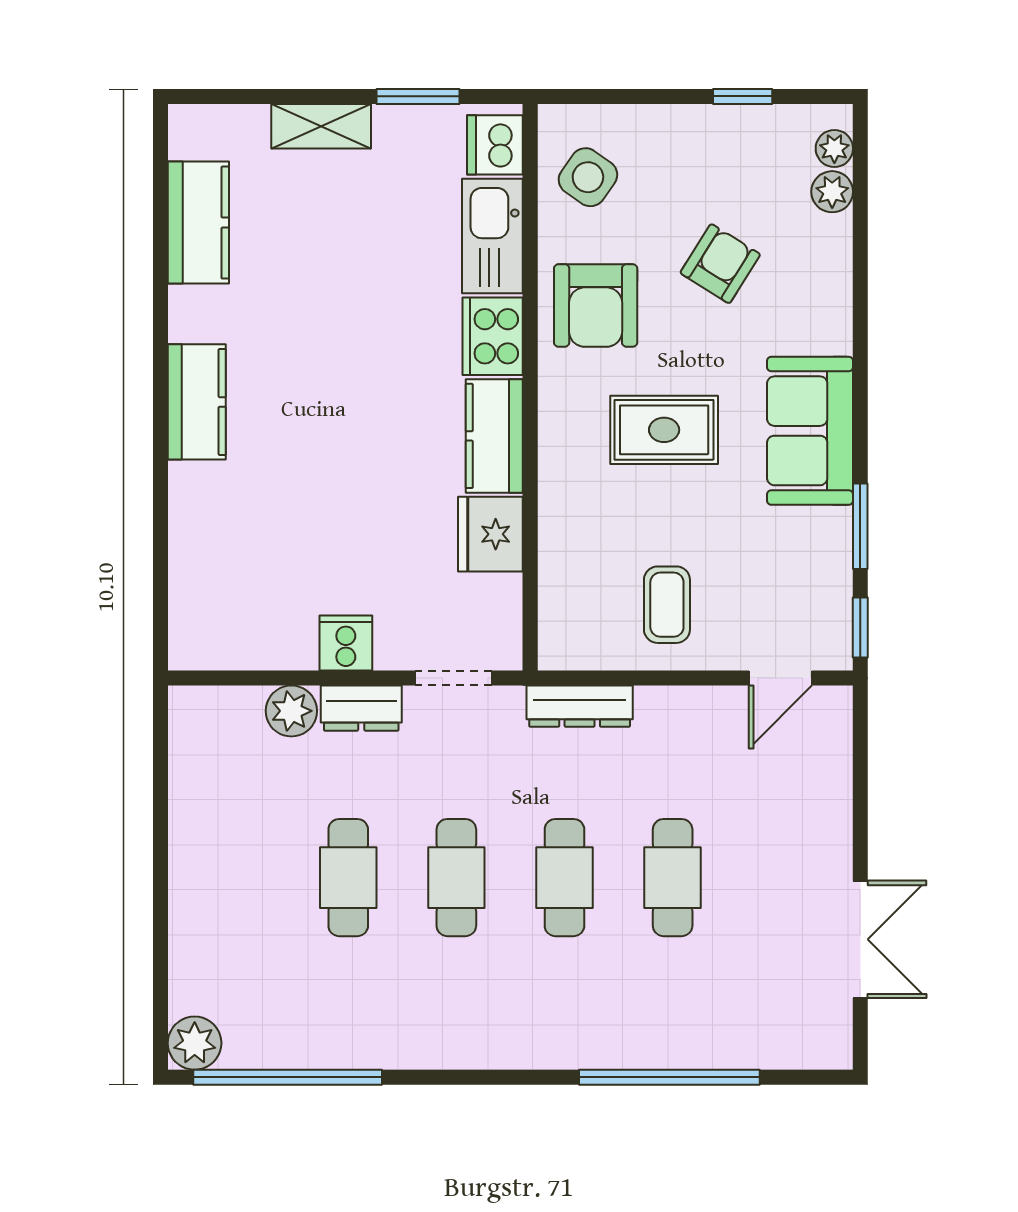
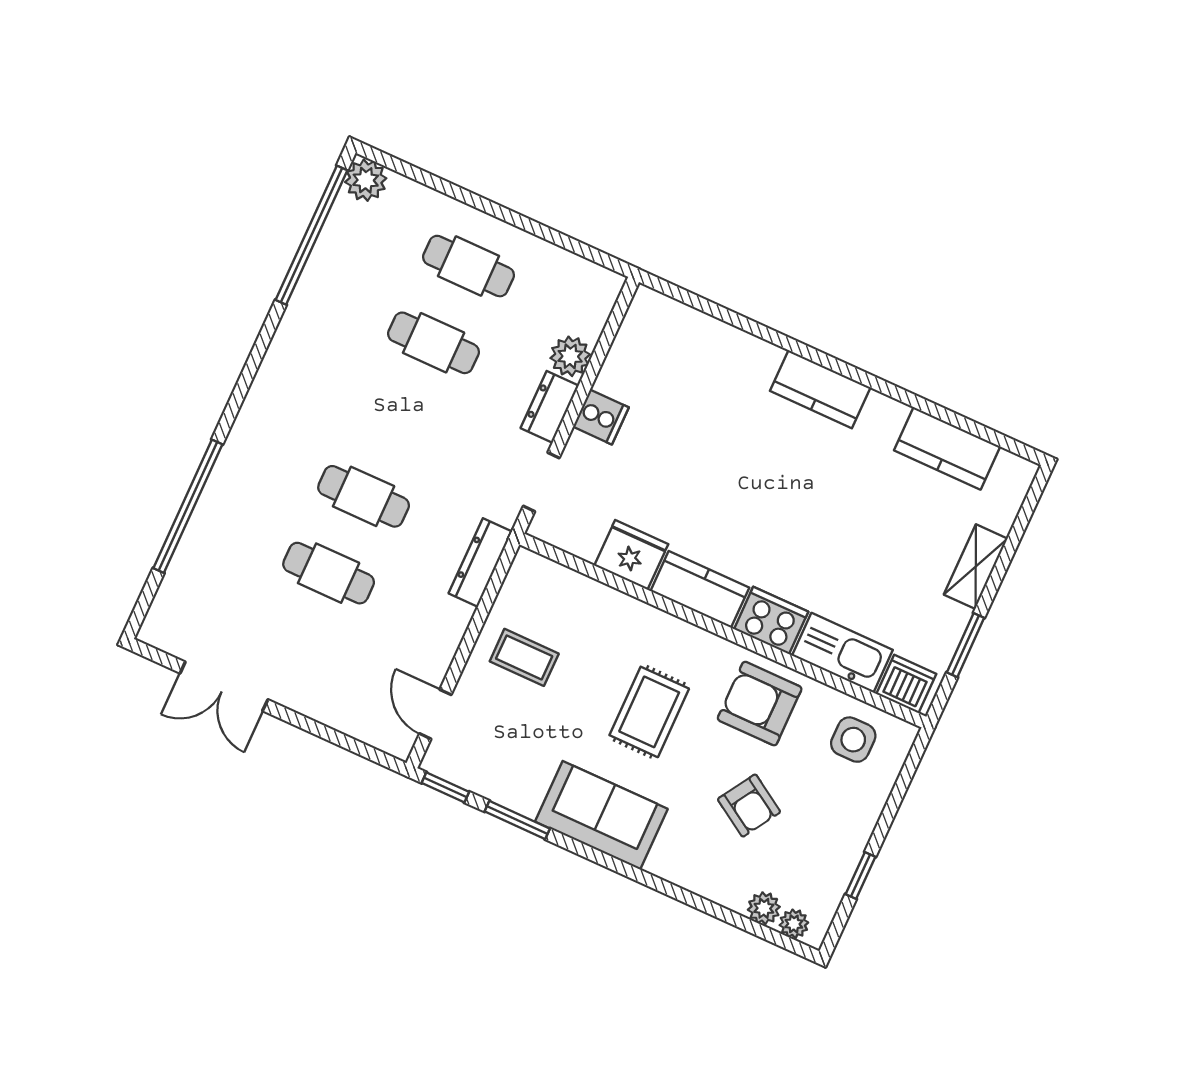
side table: (588, 177) -> (853, 740), turned -35
cafe table: (456, 878) -> (468, 266), moved

